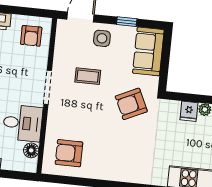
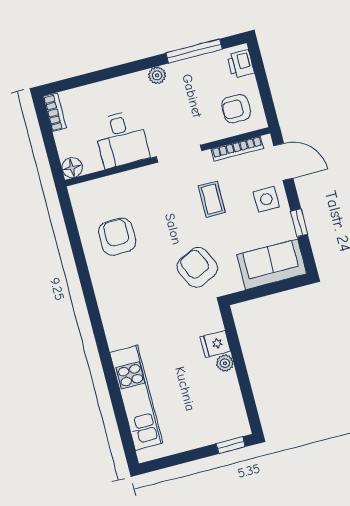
bookcase: (59, 45) -> (237, 149), added
floor lamp: (31, 150) -> (72, 168), moved
armchair: (69, 153) -> (117, 237), moved

